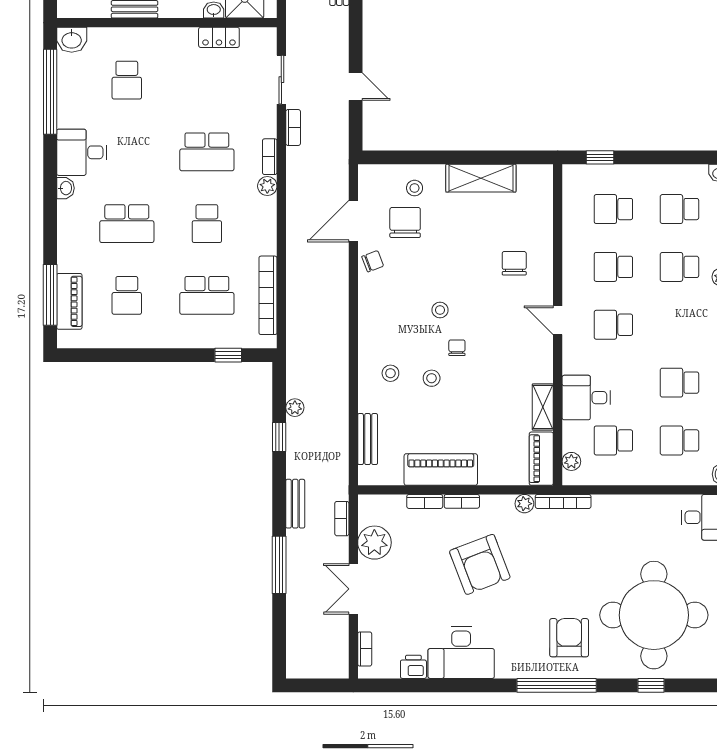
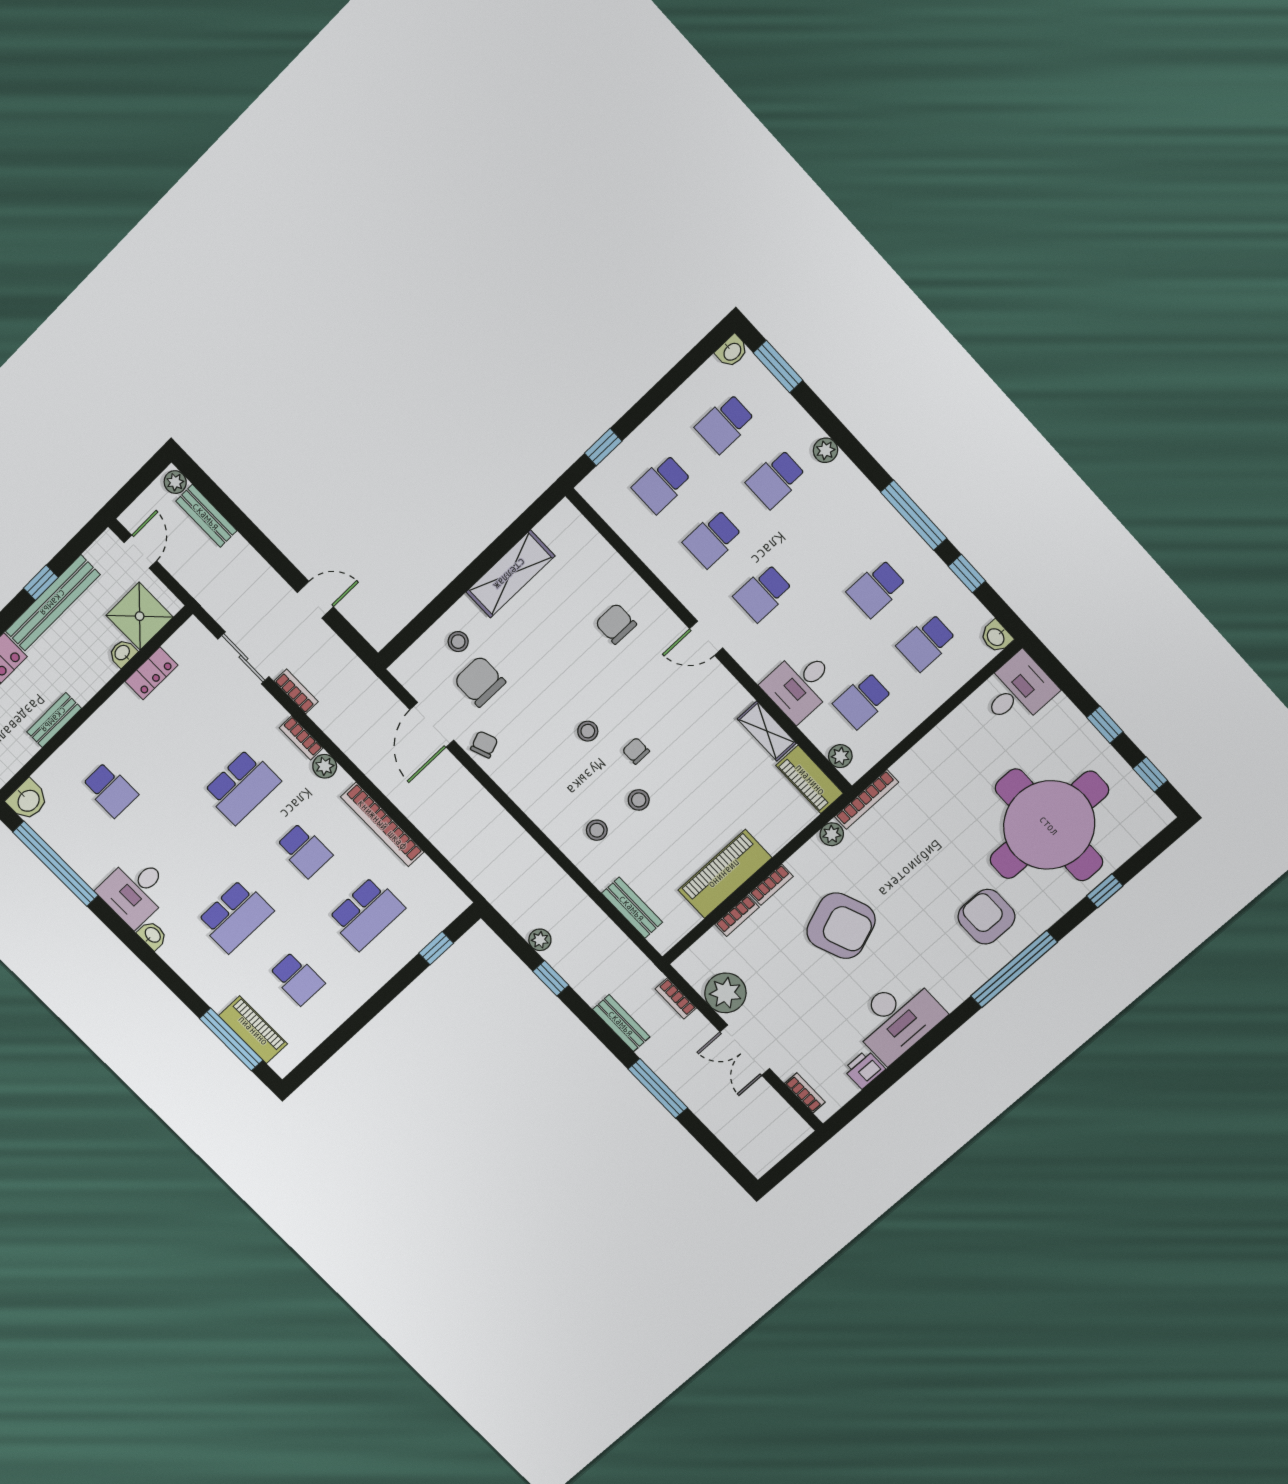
bookcase: (268, 295) -> (382, 824), moved

